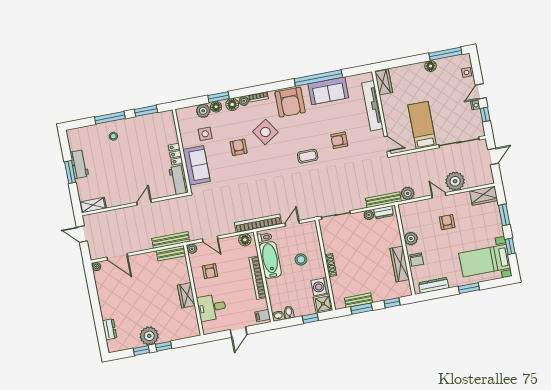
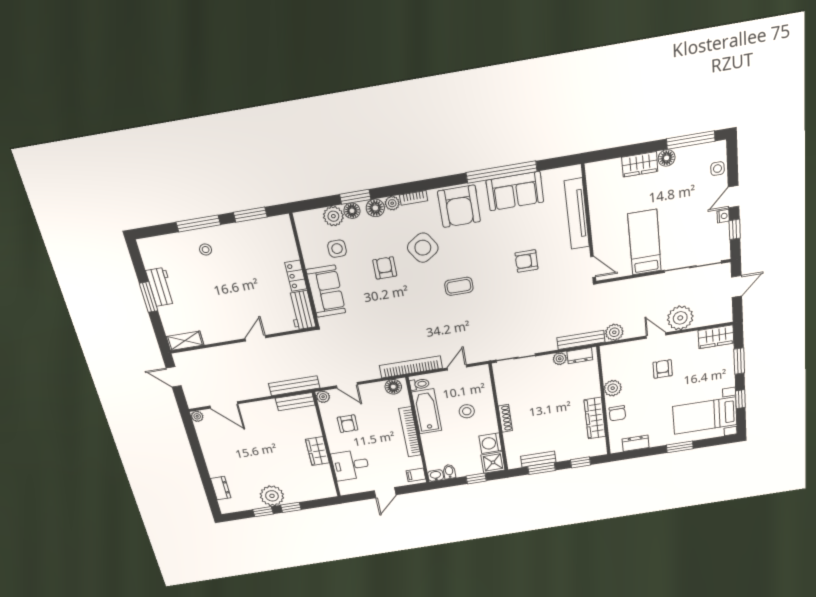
wardrobe: (384, 82) -> (640, 164), moved, turned 90
coffee table: (308, 156) -> (459, 286), moved
dresser: (434, 285) -> (636, 443), width x0.70

